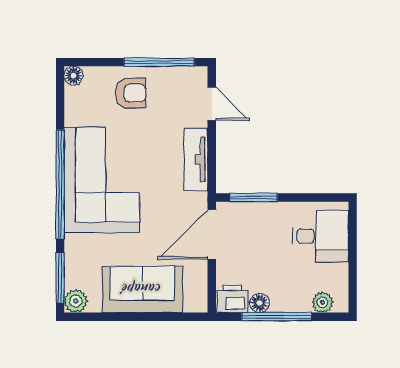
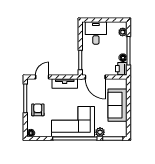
plant: (76, 301) -> (100, 132), moved

